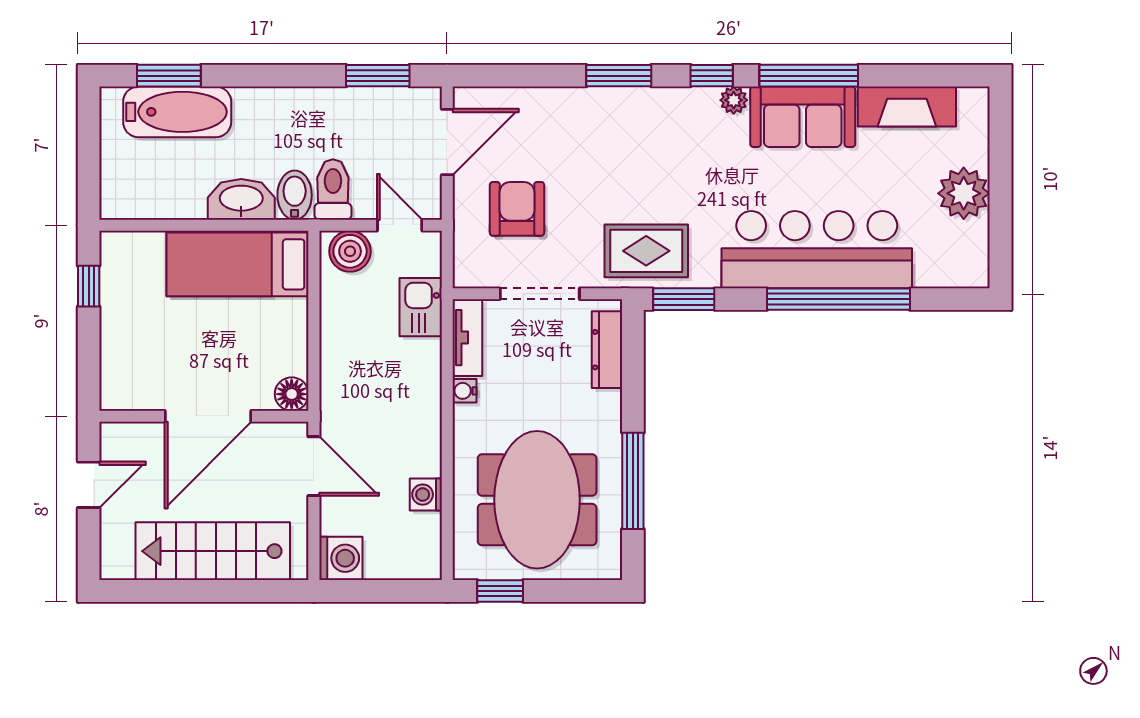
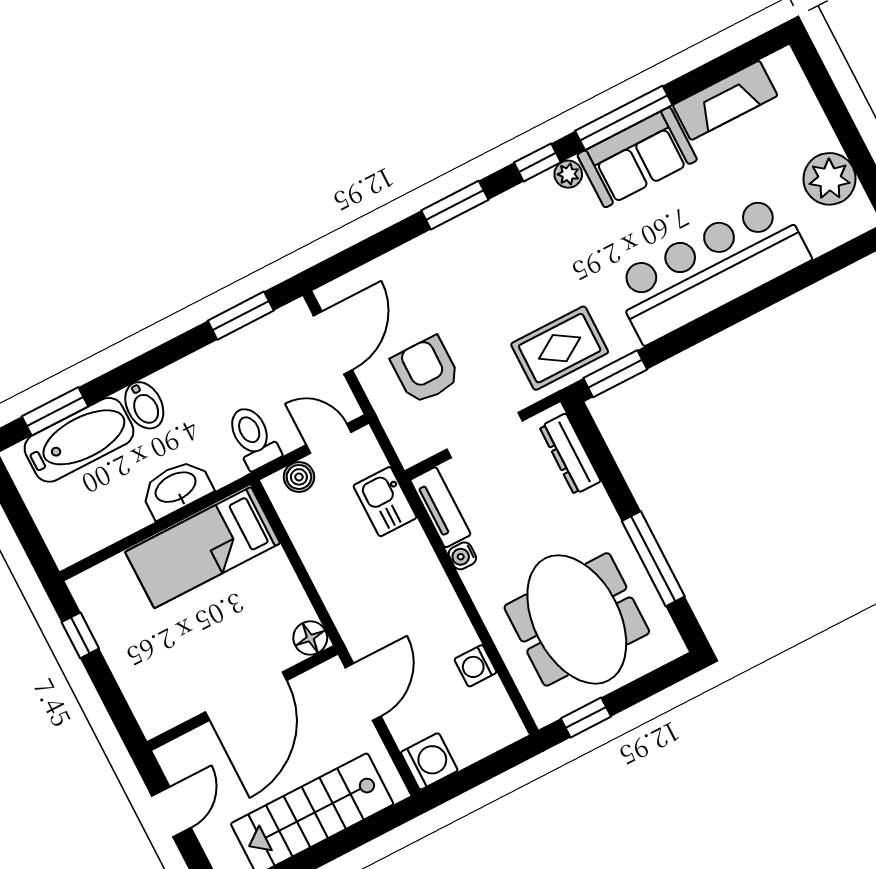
plant: (964, 193) -> (830, 179), moved
bidet: (295, 195) -> (144, 405), moved, turned 180
boiler: (350, 251) -> (299, 477), width x0.73, depth x0.73
window: (838, 299) -> (753, 303), removed
door: (314, 466) -> (363, 692), hinge flipped

